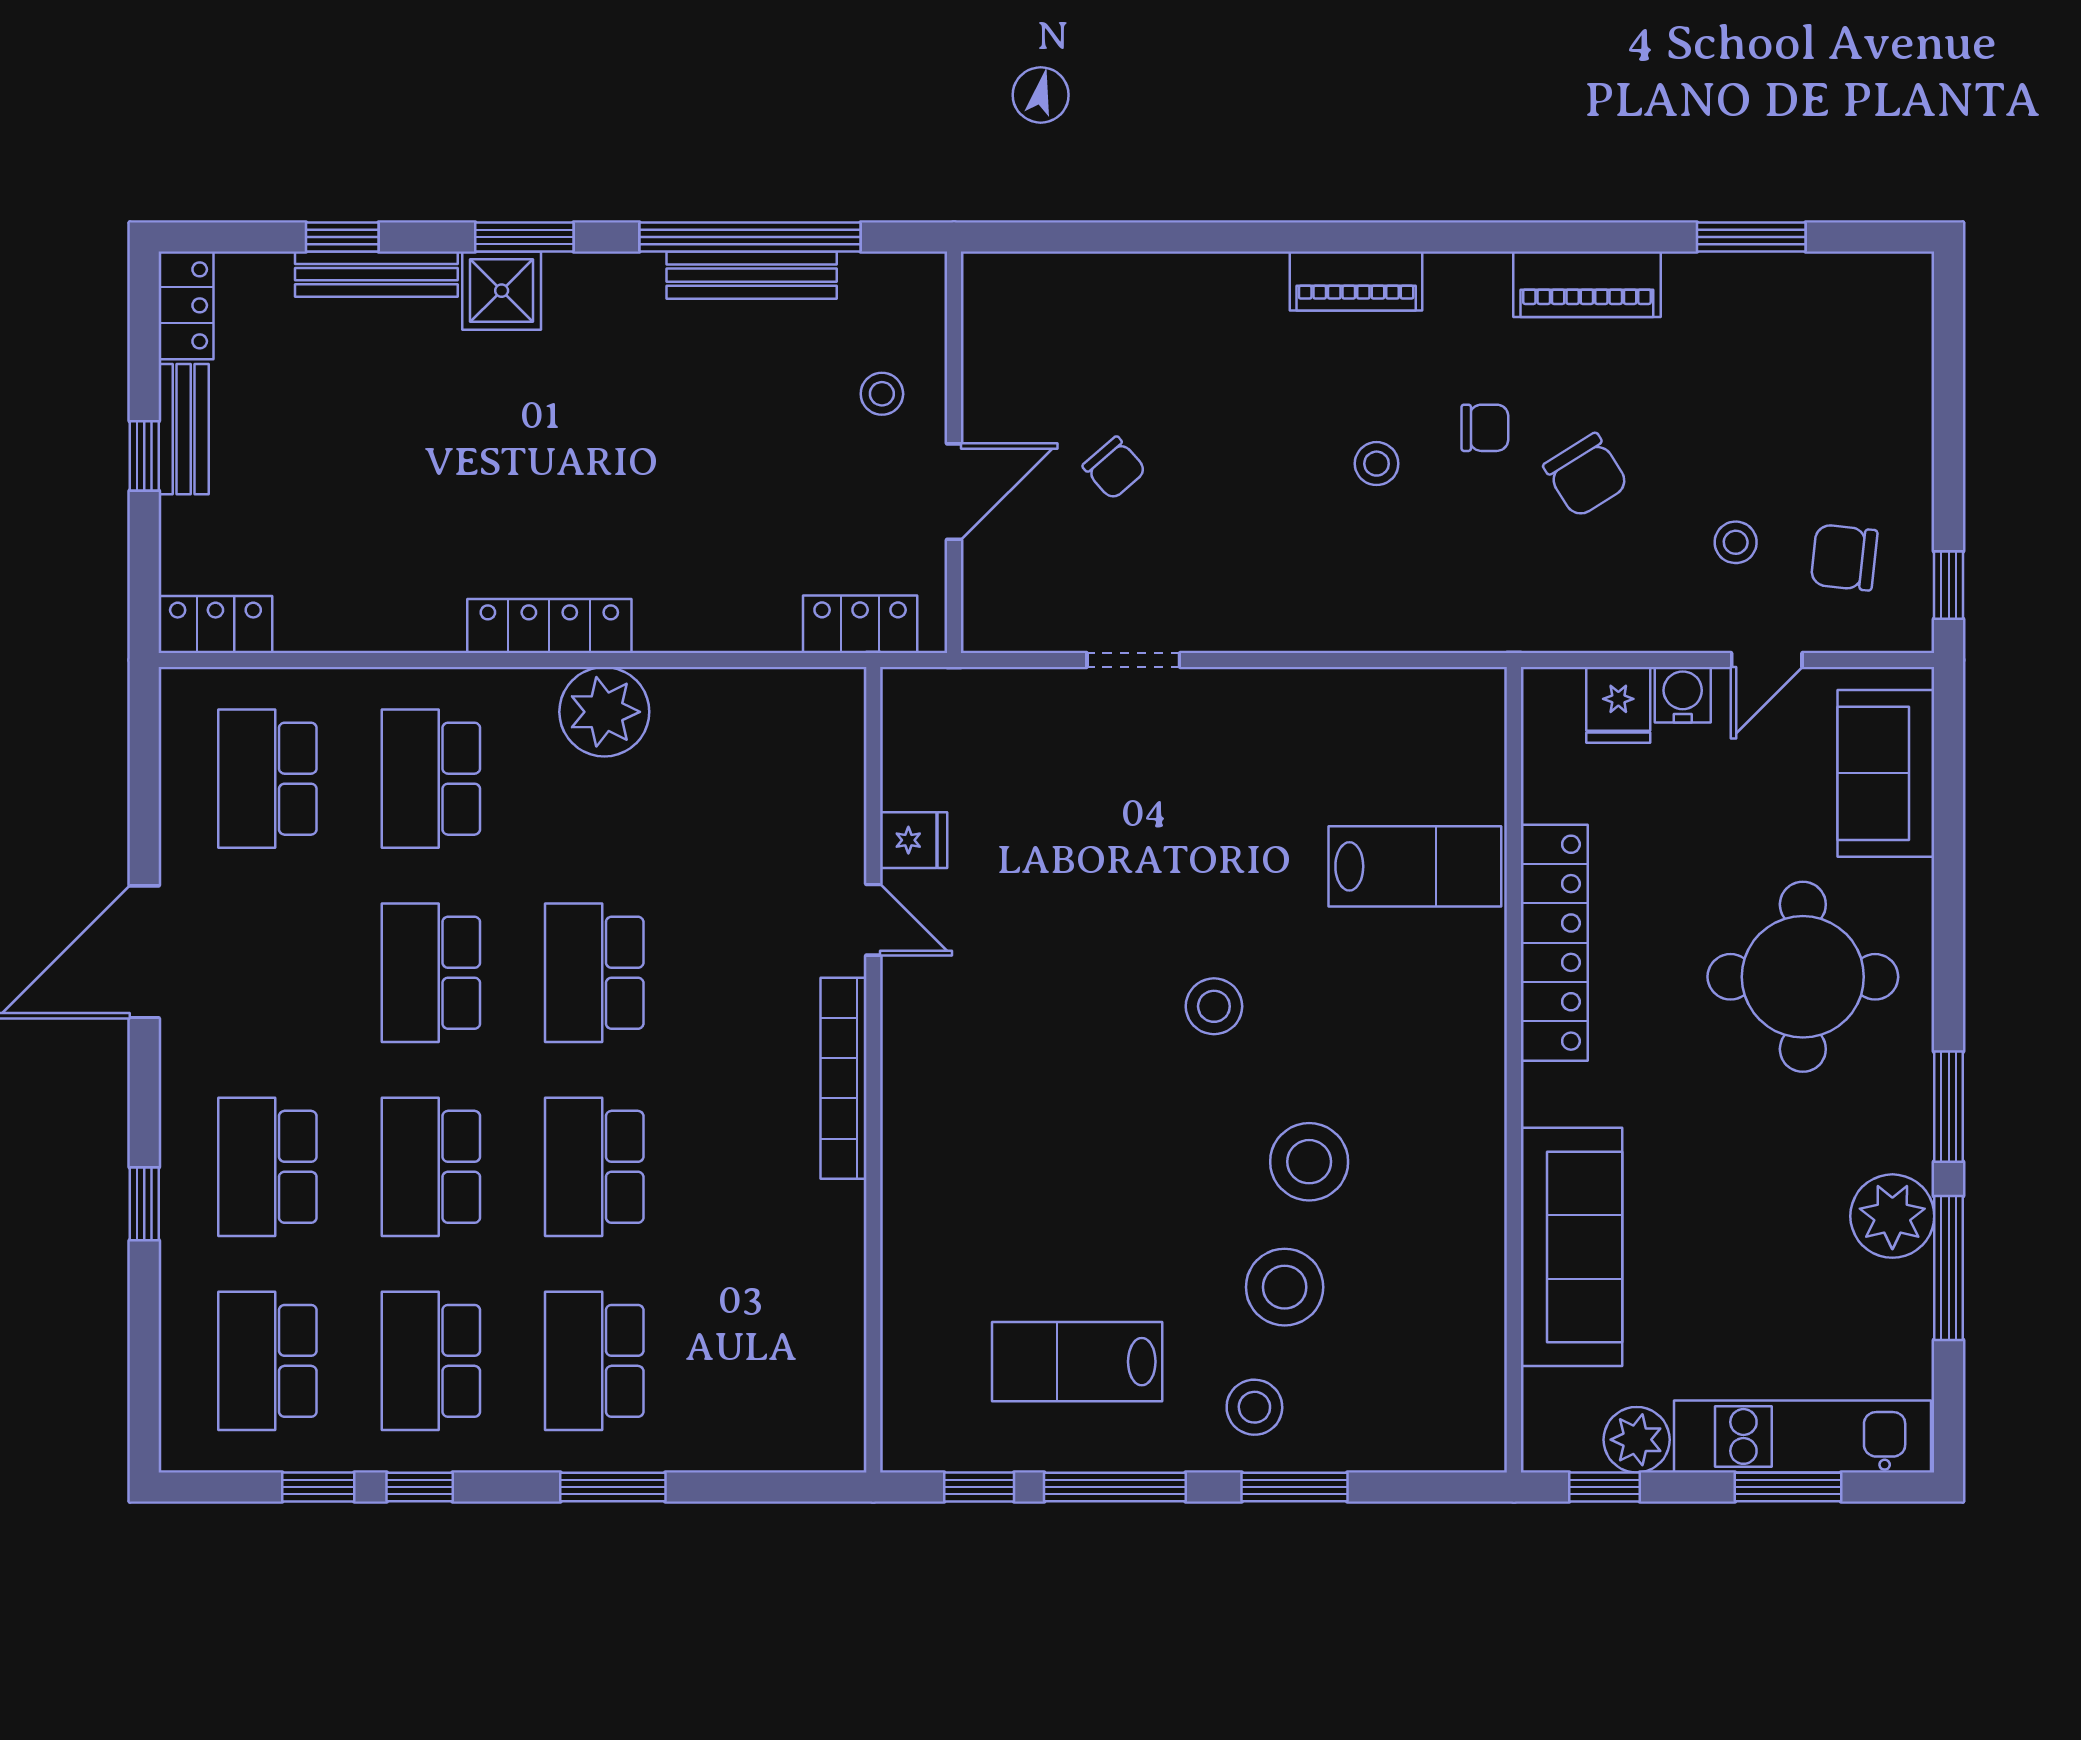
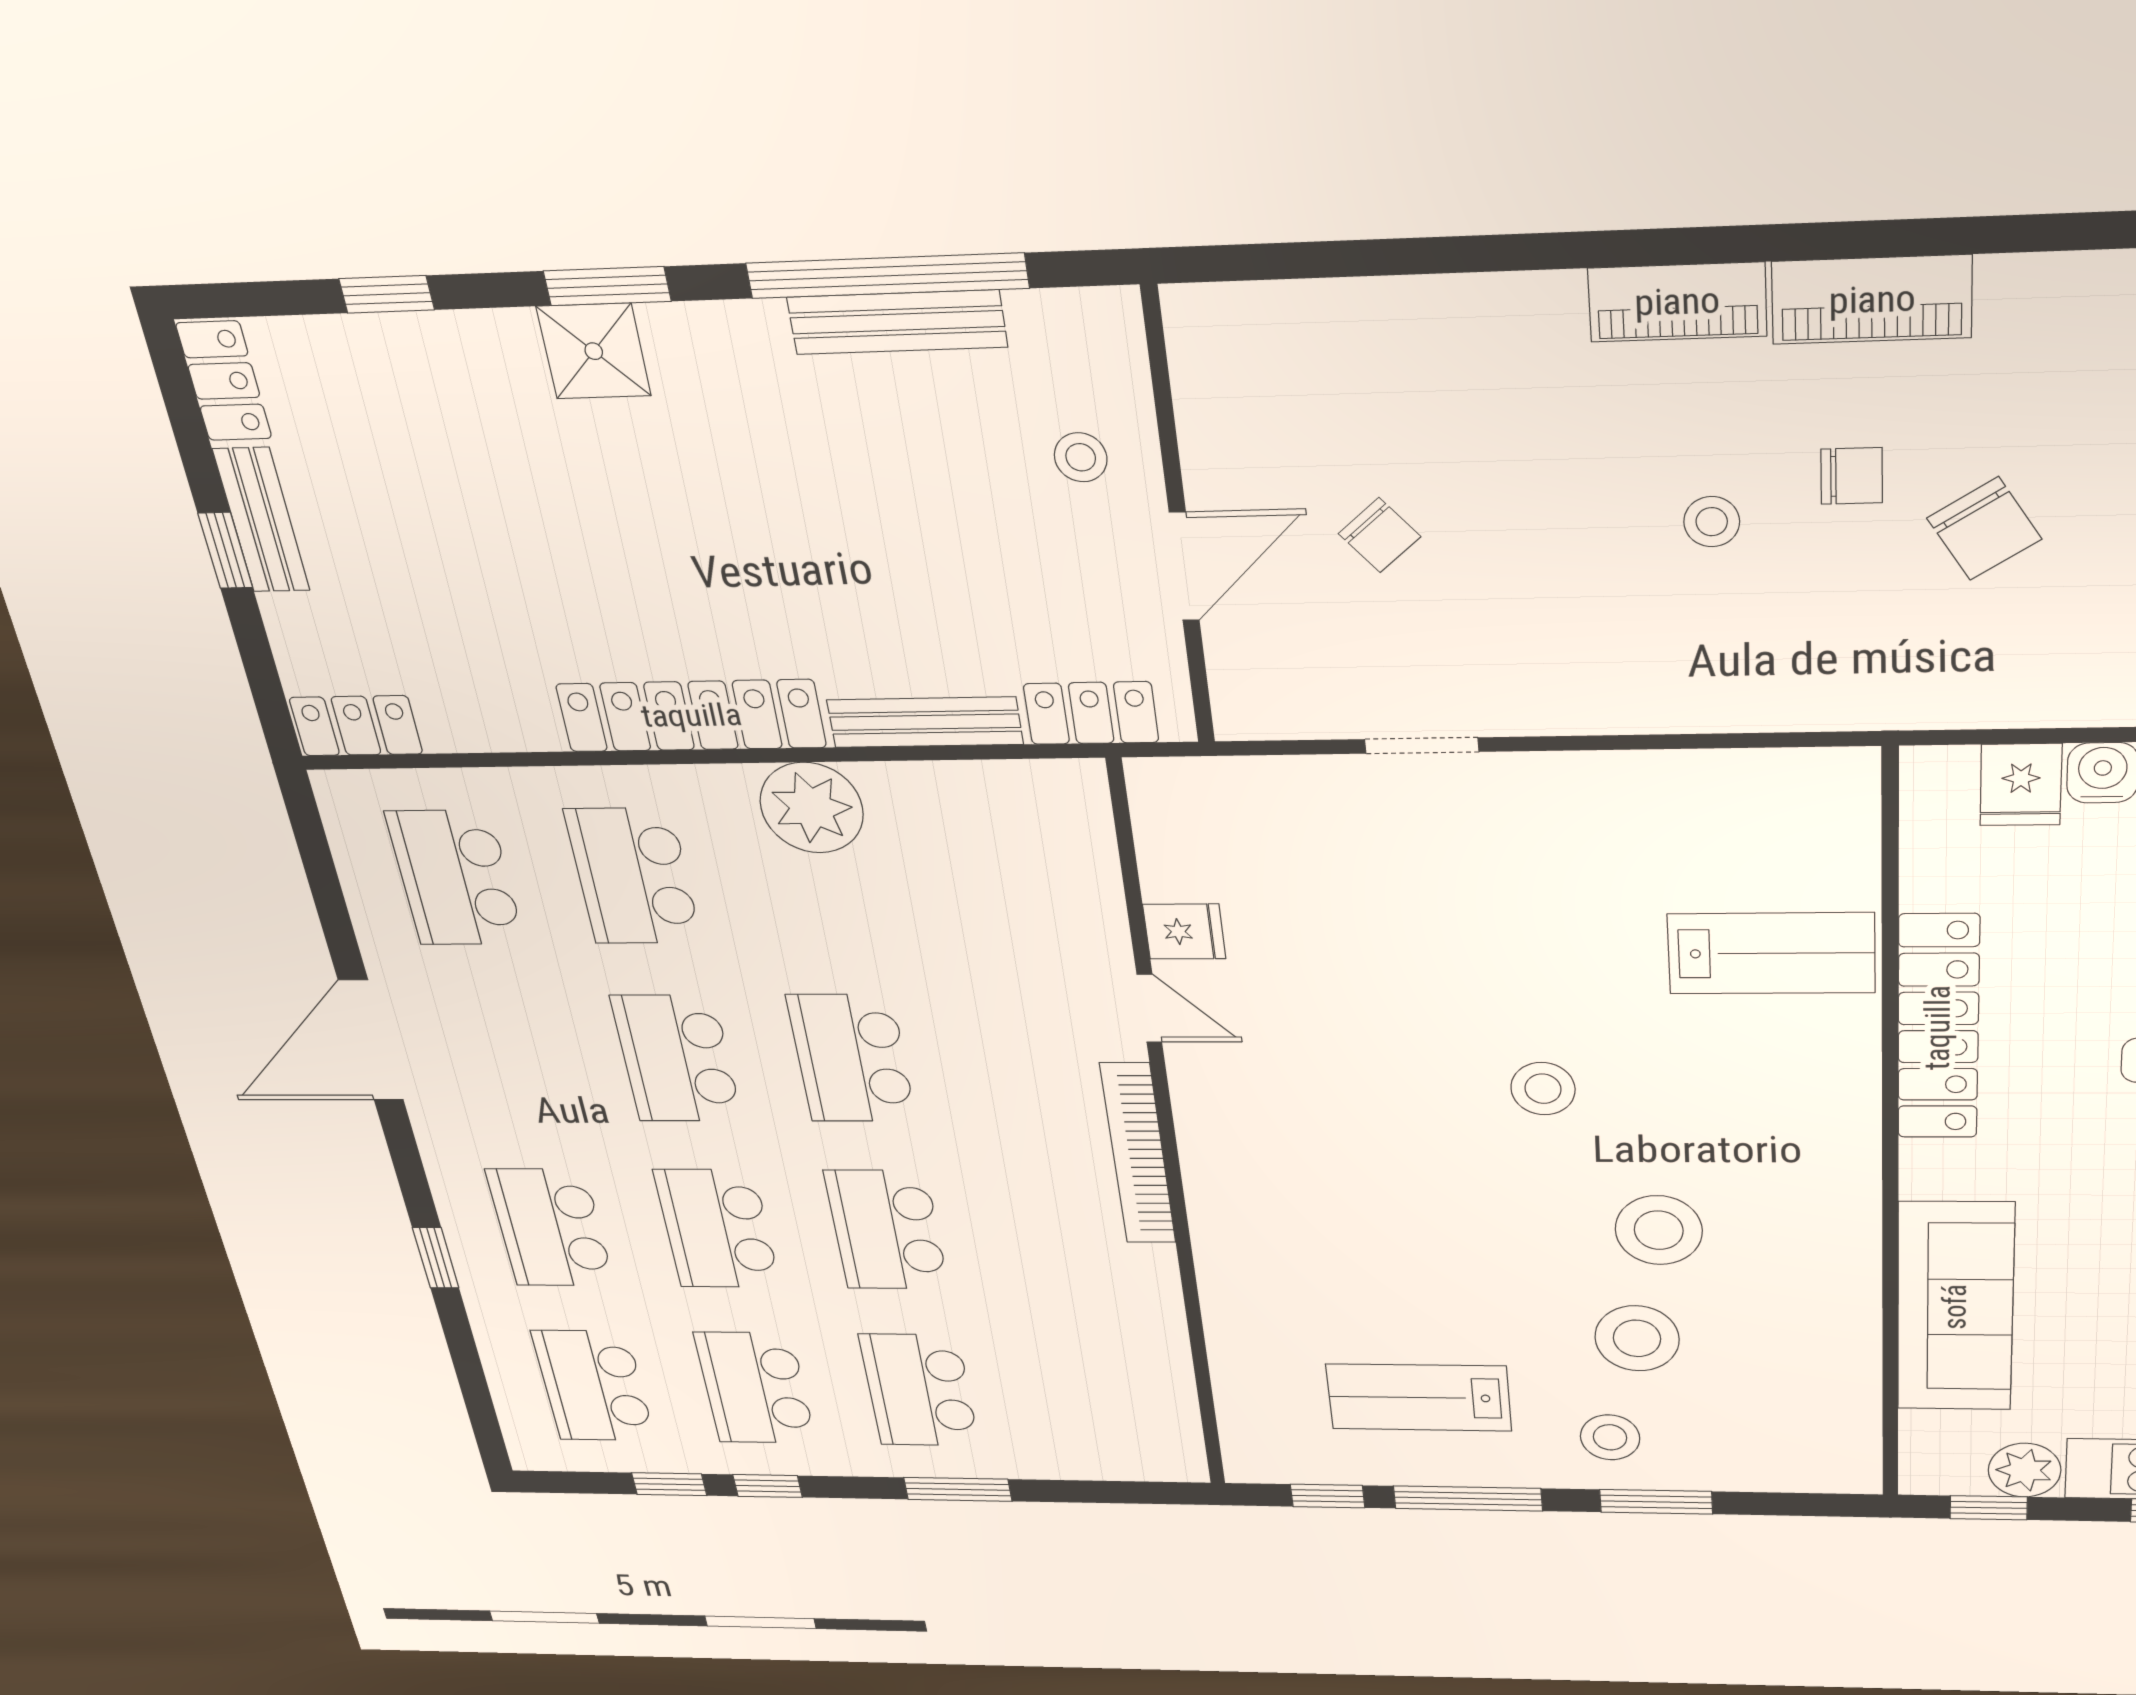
bench: (376, 274) -> (925, 722), moved
piano: (1587, 284) -> (1872, 300), moved
locker: (549, 626) -> (691, 716), width x1.41, depth x1.21

